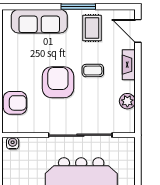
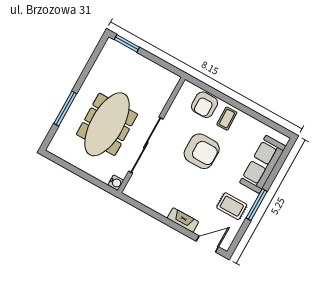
coffee table: (93, 70) -> (227, 119), moved
plant: (127, 101) -> (152, 201), removed
water cooler: (13, 143) -> (116, 183), moved

